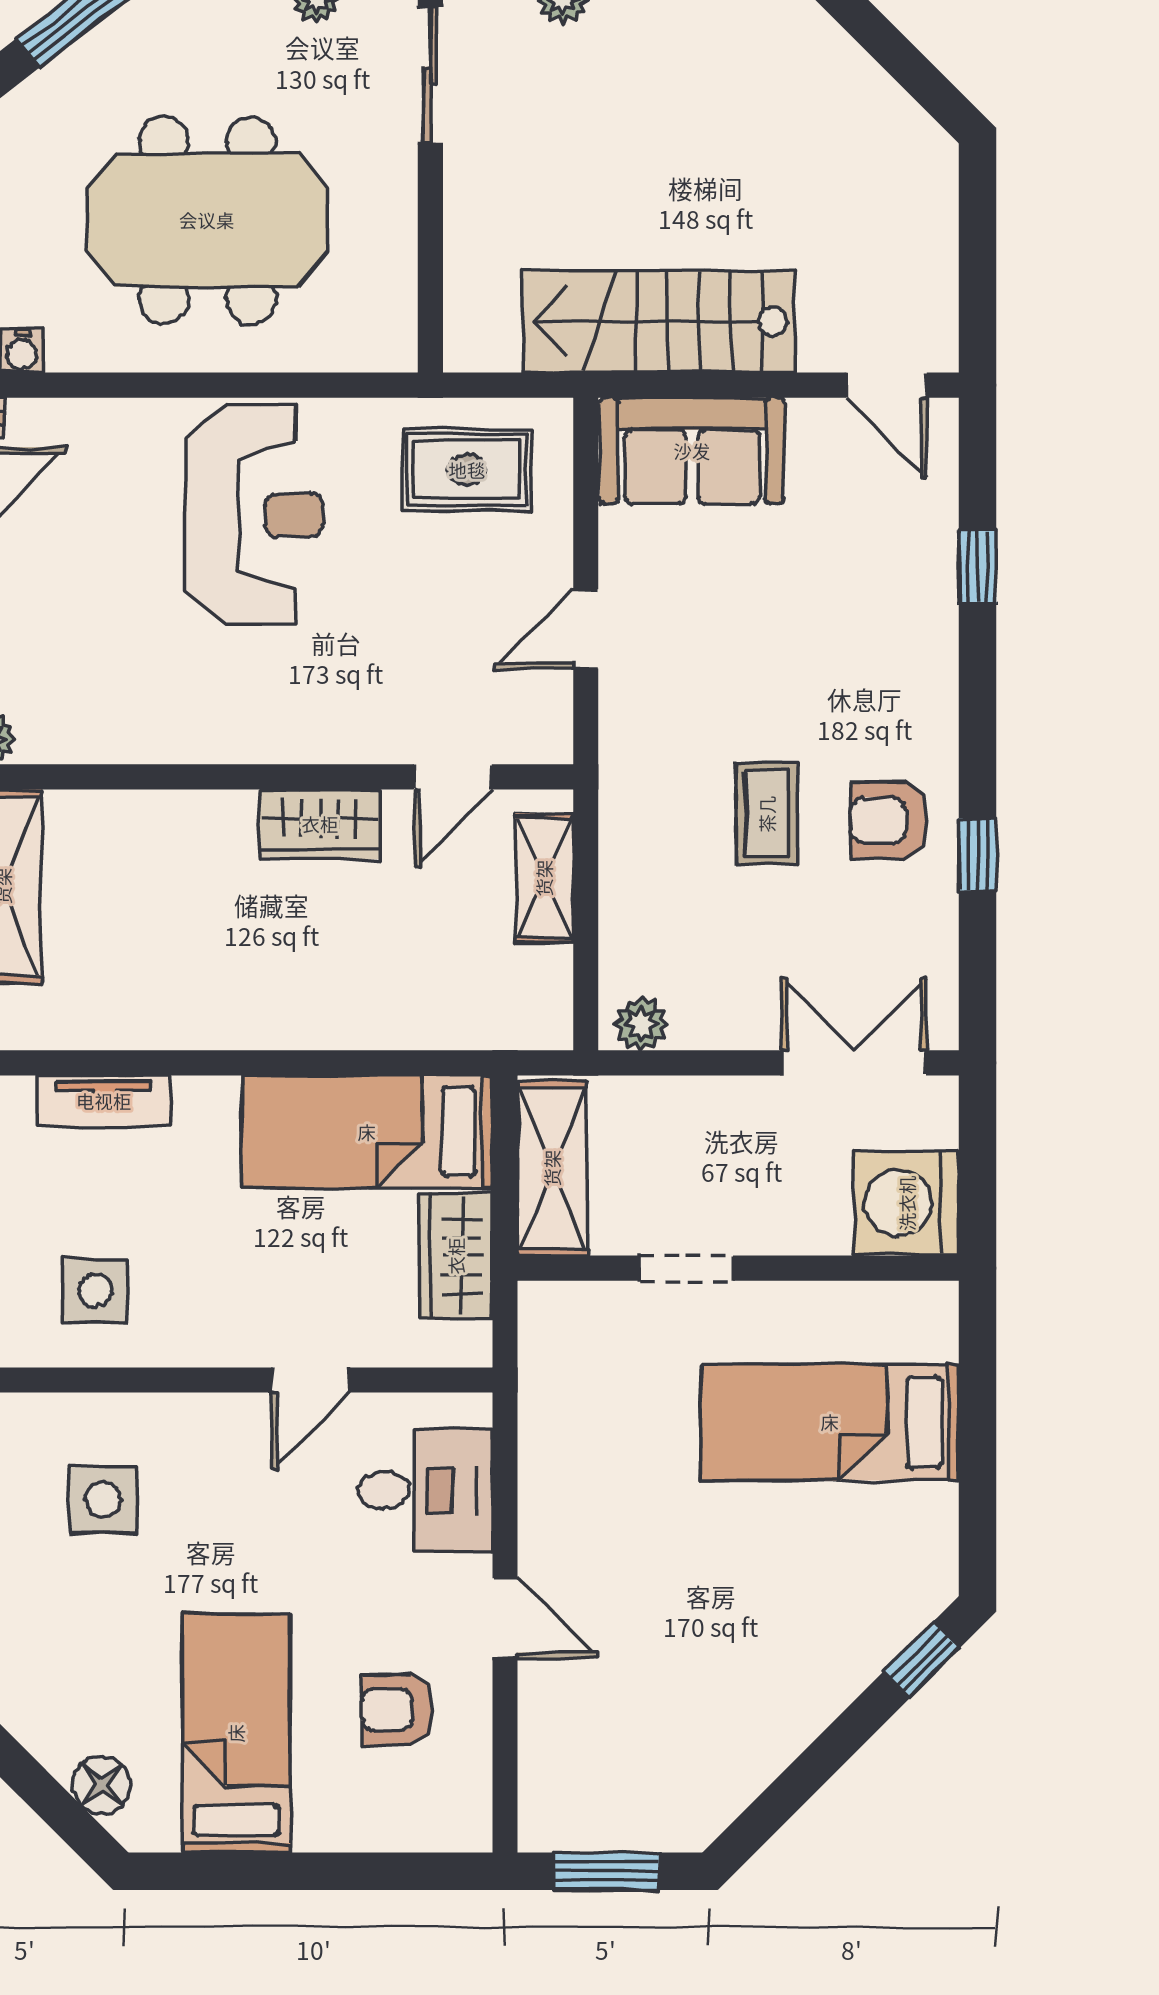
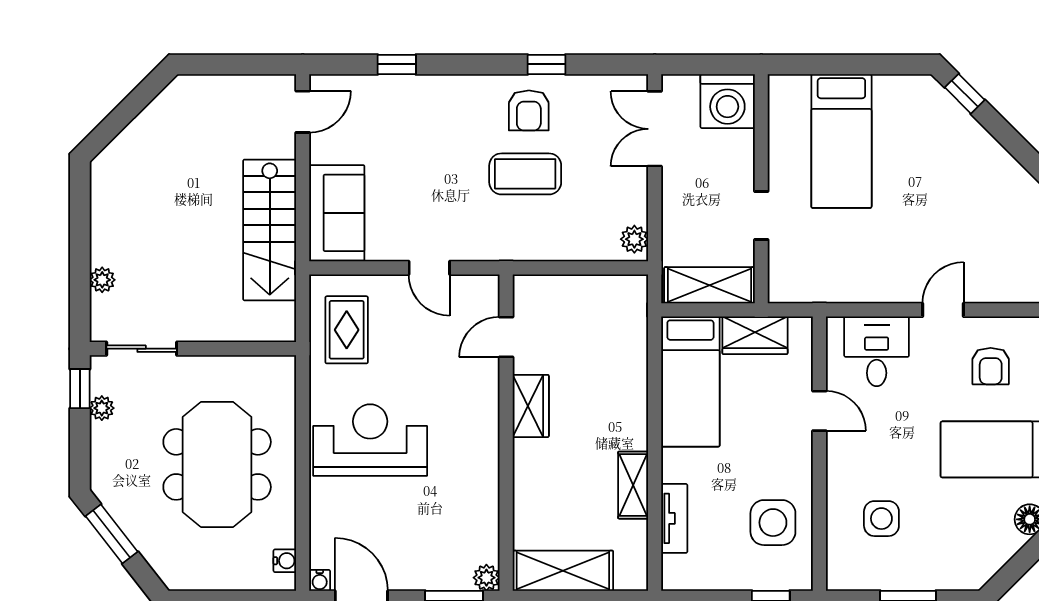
door: (453, 777) -> (506, 337), swing flipped
coffee table: (767, 814) -> (525, 174), width x1.36, depth x1.30
shelving: (544, 878) -> (633, 485), moved, turned 90
side table: (95, 1291) -> (773, 523), width x1.37, depth x1.37

